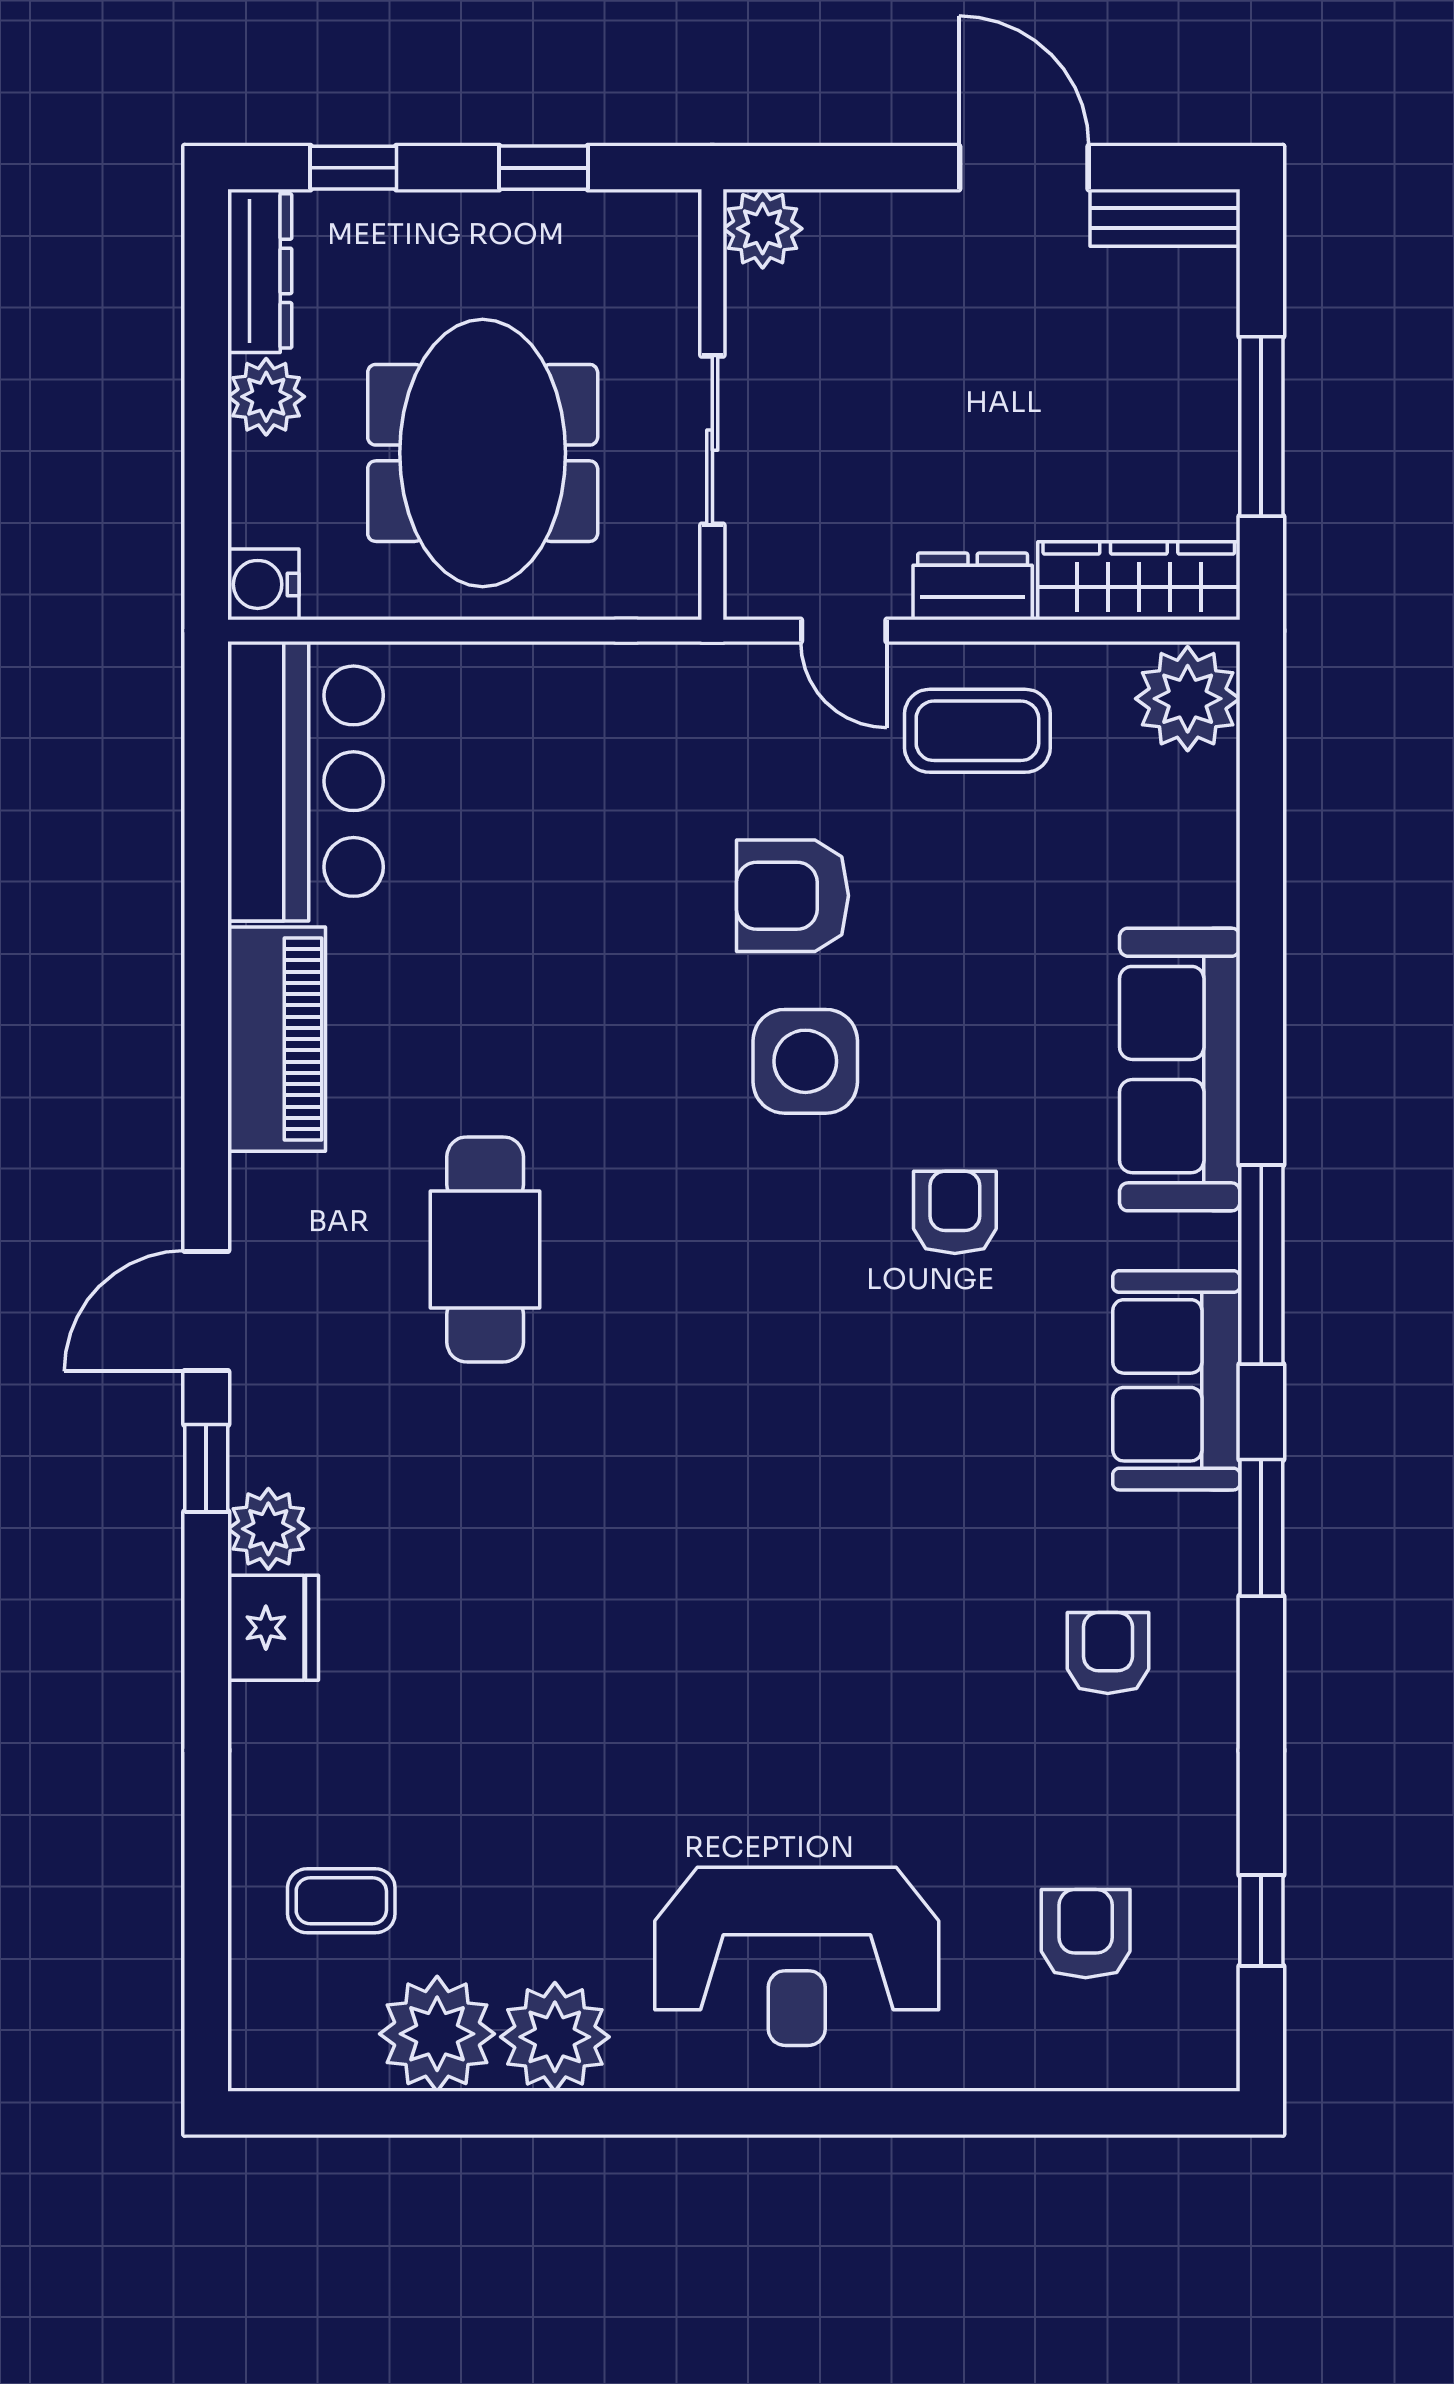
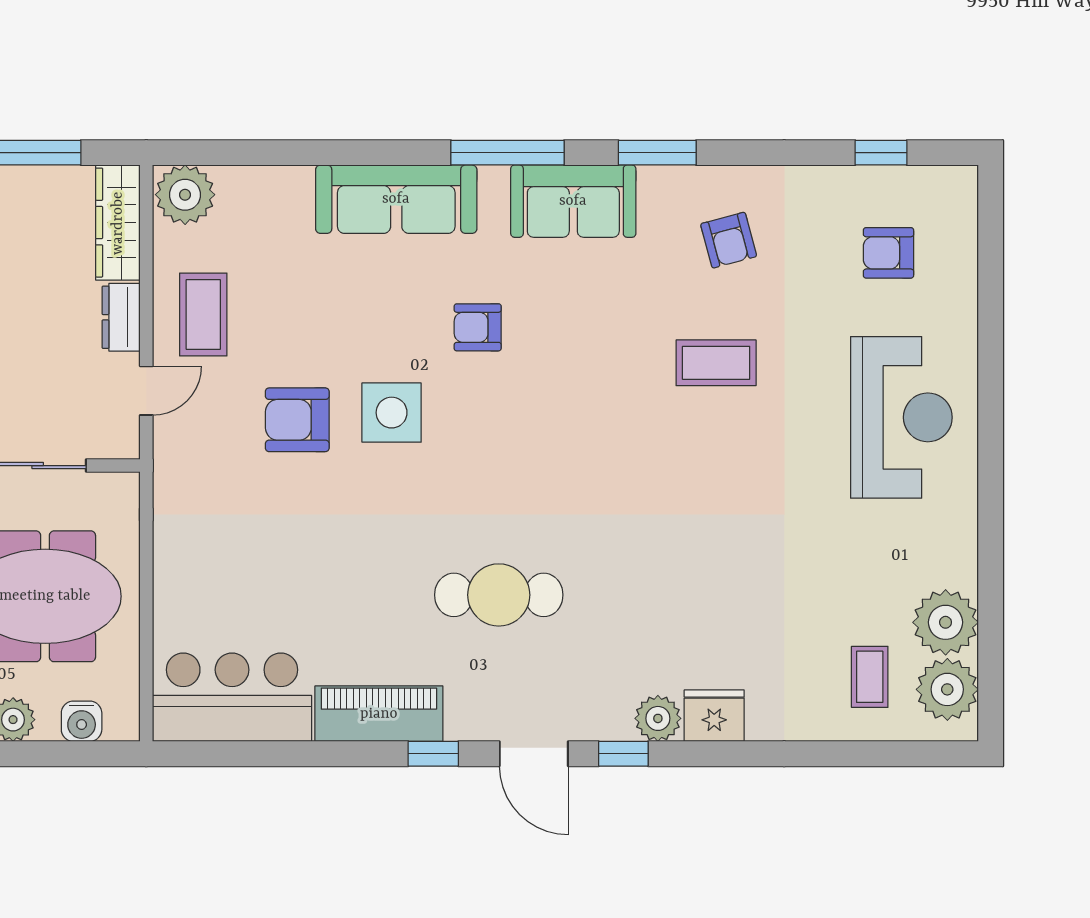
water cooler: (263, 584) -> (82, 721), moved
armchair: (793, 896) -> (297, 420), turned 90
window: (206, 1134) -> (433, 754), added
coffee table: (893, 1631) -> (716, 363), added
armchair: (1108, 1653) -> (729, 240), turned -105
plant: (555, 2037) -> (947, 689), moved

